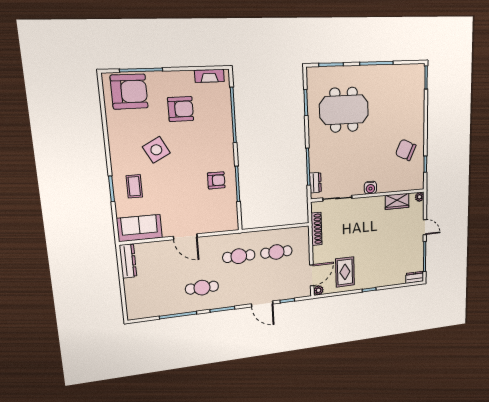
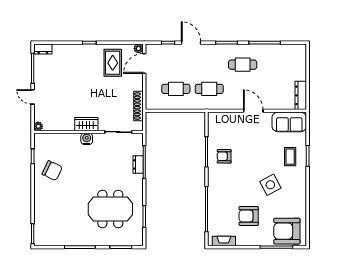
dresser: (315, 183) -> (138, 164), moved
wardrobe: (397, 201) -> (86, 124), moved

